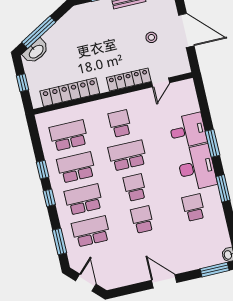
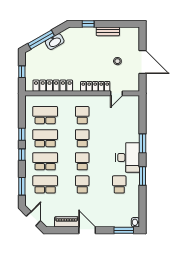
washbasin: (36, 51) -> (55, 42), moved
desk: (188, 131) -> (128, 131), removed
school desk: (127, 156) -> (82, 138), width x0.54
piano: (133, 276) -> (67, 222), added

